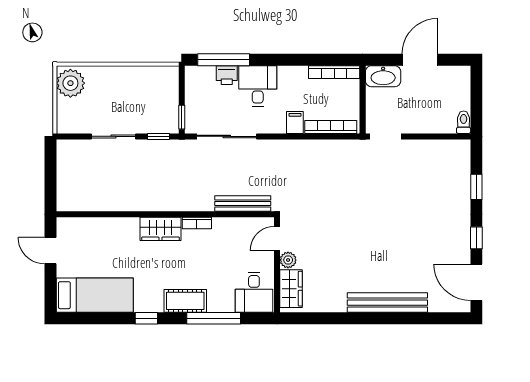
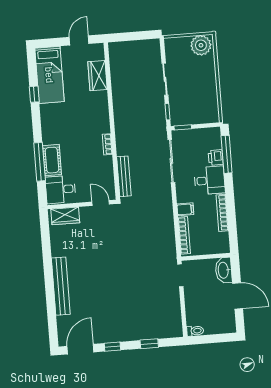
bookcase: (334, 72) -> (222, 213), moved
wardrobe: (160, 229) -> (98, 76), moved
plant: (288, 260) -> (86, 212), removed
cot: (185, 301) -> (52, 160), moved
window: (146, 318) -> (34, 94), moved

